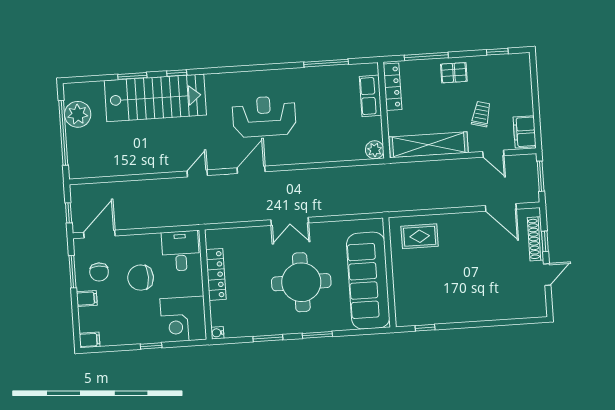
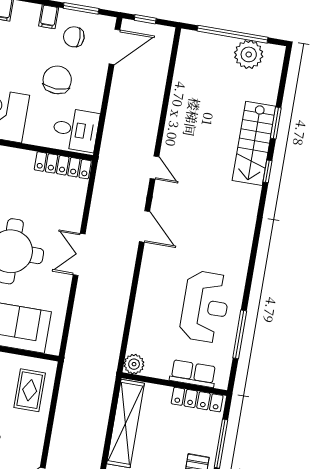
stairs: (155, 98) -> (254, 143), width x0.73, depth x0.66
reception desk: (264, 116) -> (205, 307), moved
door: (99, 234) -> (115, 47), hinge flipped
locker: (216, 274) -> (63, 165), moved

